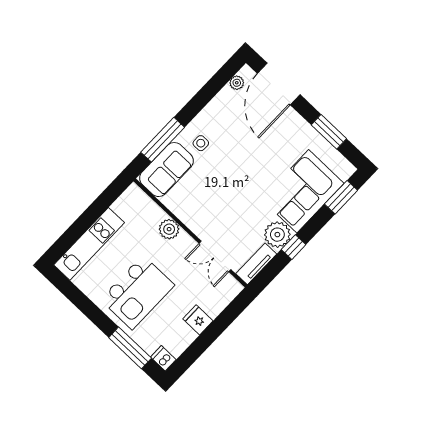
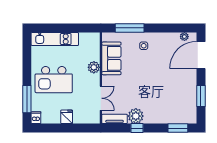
sofa: (166, 170) -> (111, 58), moved, turned -90
corner sofa: (303, 191) -> (165, 109), removed
double door: (215, 256) -> (101, 98), swing flipped

